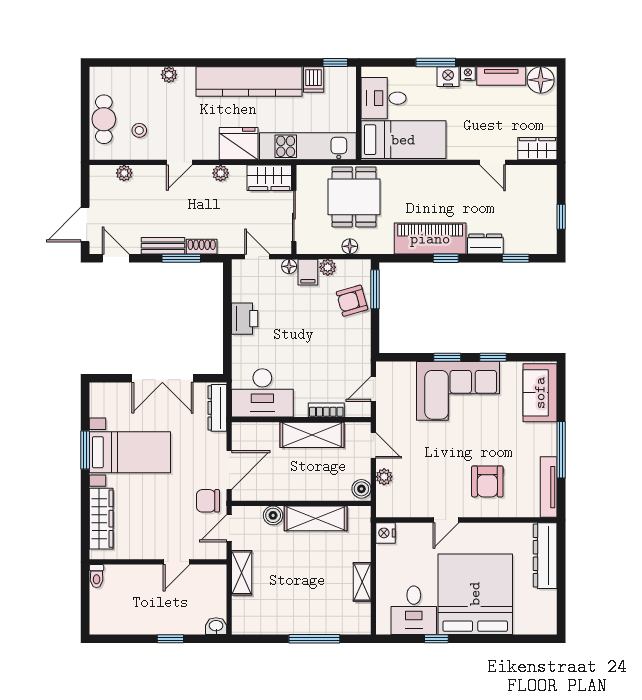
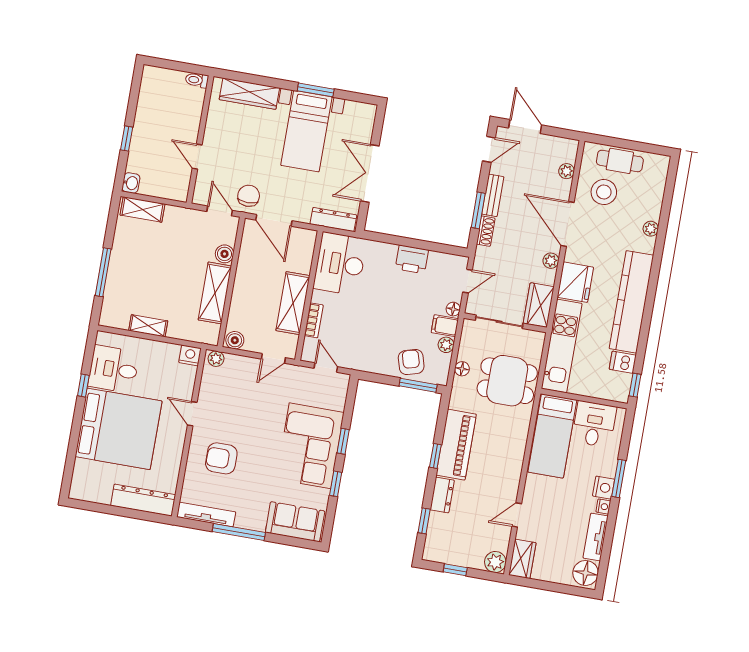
stool: (139, 130) -> (604, 192), width x1.89, depth x1.89
door: (179, 162) -> (568, 224), width x1.87
plant: (546, 176) -> (495, 562), added
plant: (384, 477) -> (216, 359), moved
shelving: (242, 573) -> (142, 209), moved

